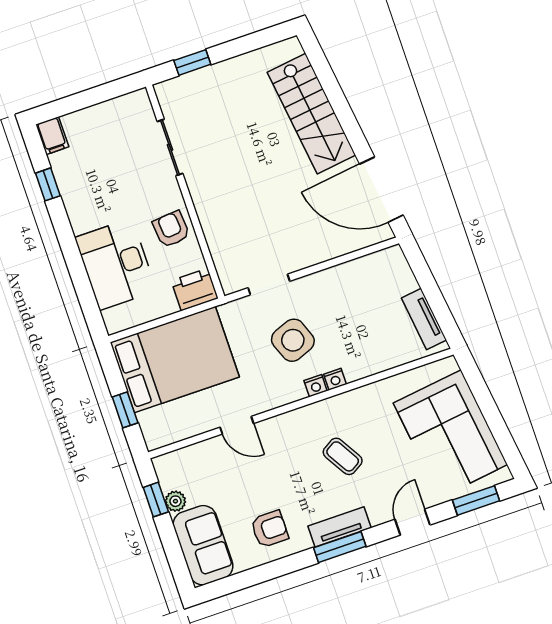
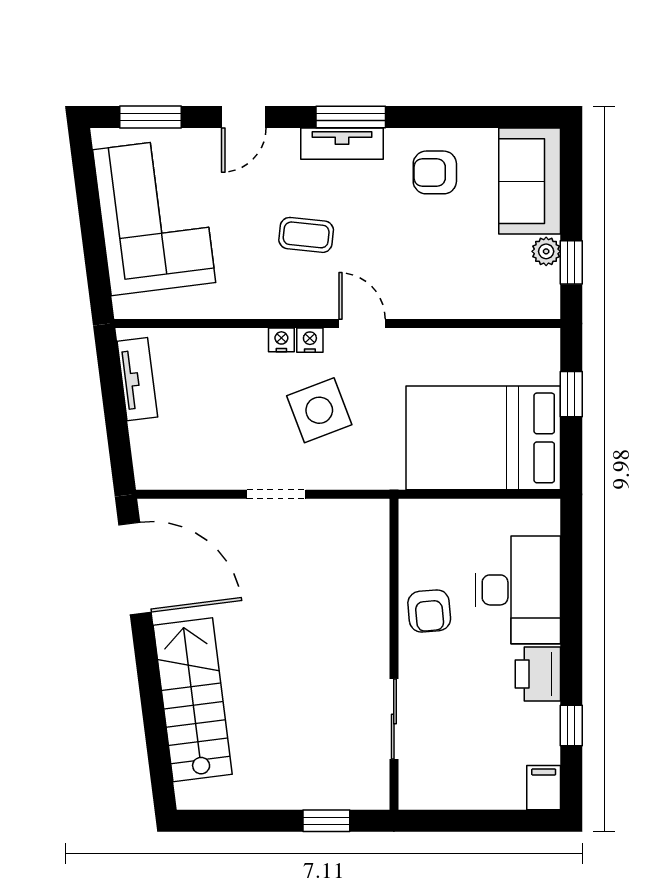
doorway: (269, 284) -> (276, 494), moved
printer: (195, 289) -> (538, 674), moved, turned 90
door: (237, 425) -> (362, 324), moved
coffee table: (343, 456) -> (306, 235), turned -53

